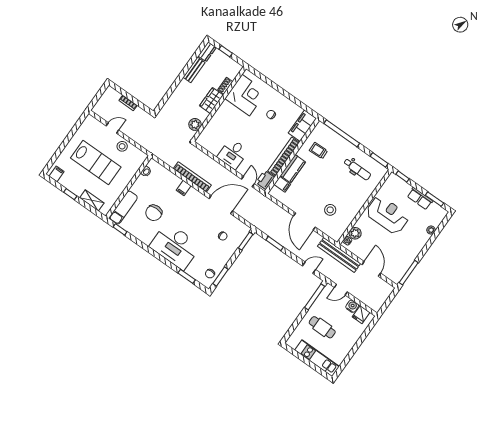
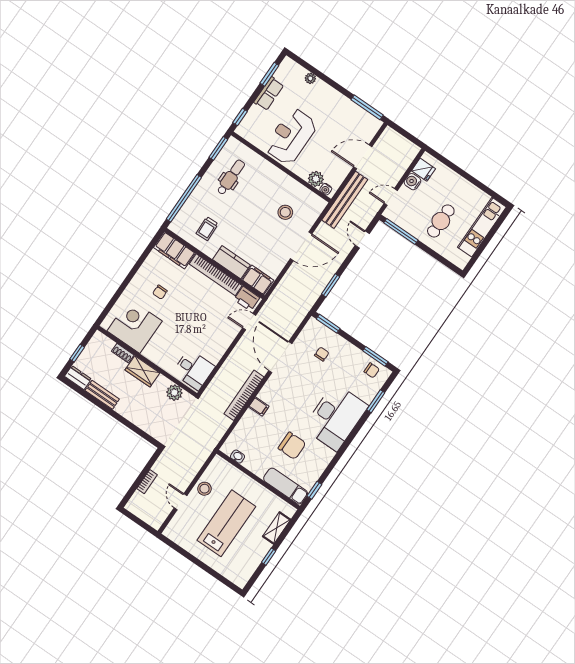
desk: (233, 154) -> (194, 370), moved
filing cabinet: (57, 174) -> (242, 575), removed
filing cabinet: (282, 184) -> (258, 280), width x2.00
door: (341, 290) -> (391, 197), swing flipped

